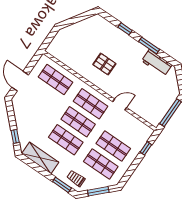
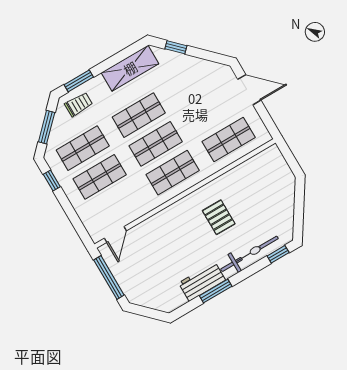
window: (125, 29) -> (278, 254), moved
bicycle: (118, 36) -> (249, 254), added
workbench: (157, 63) -> (202, 282), moved
pallet: (104, 64) -> (219, 217), turned 90
door: (120, 105) -> (115, 234), moved
window: (146, 148) -> (52, 181), moved

